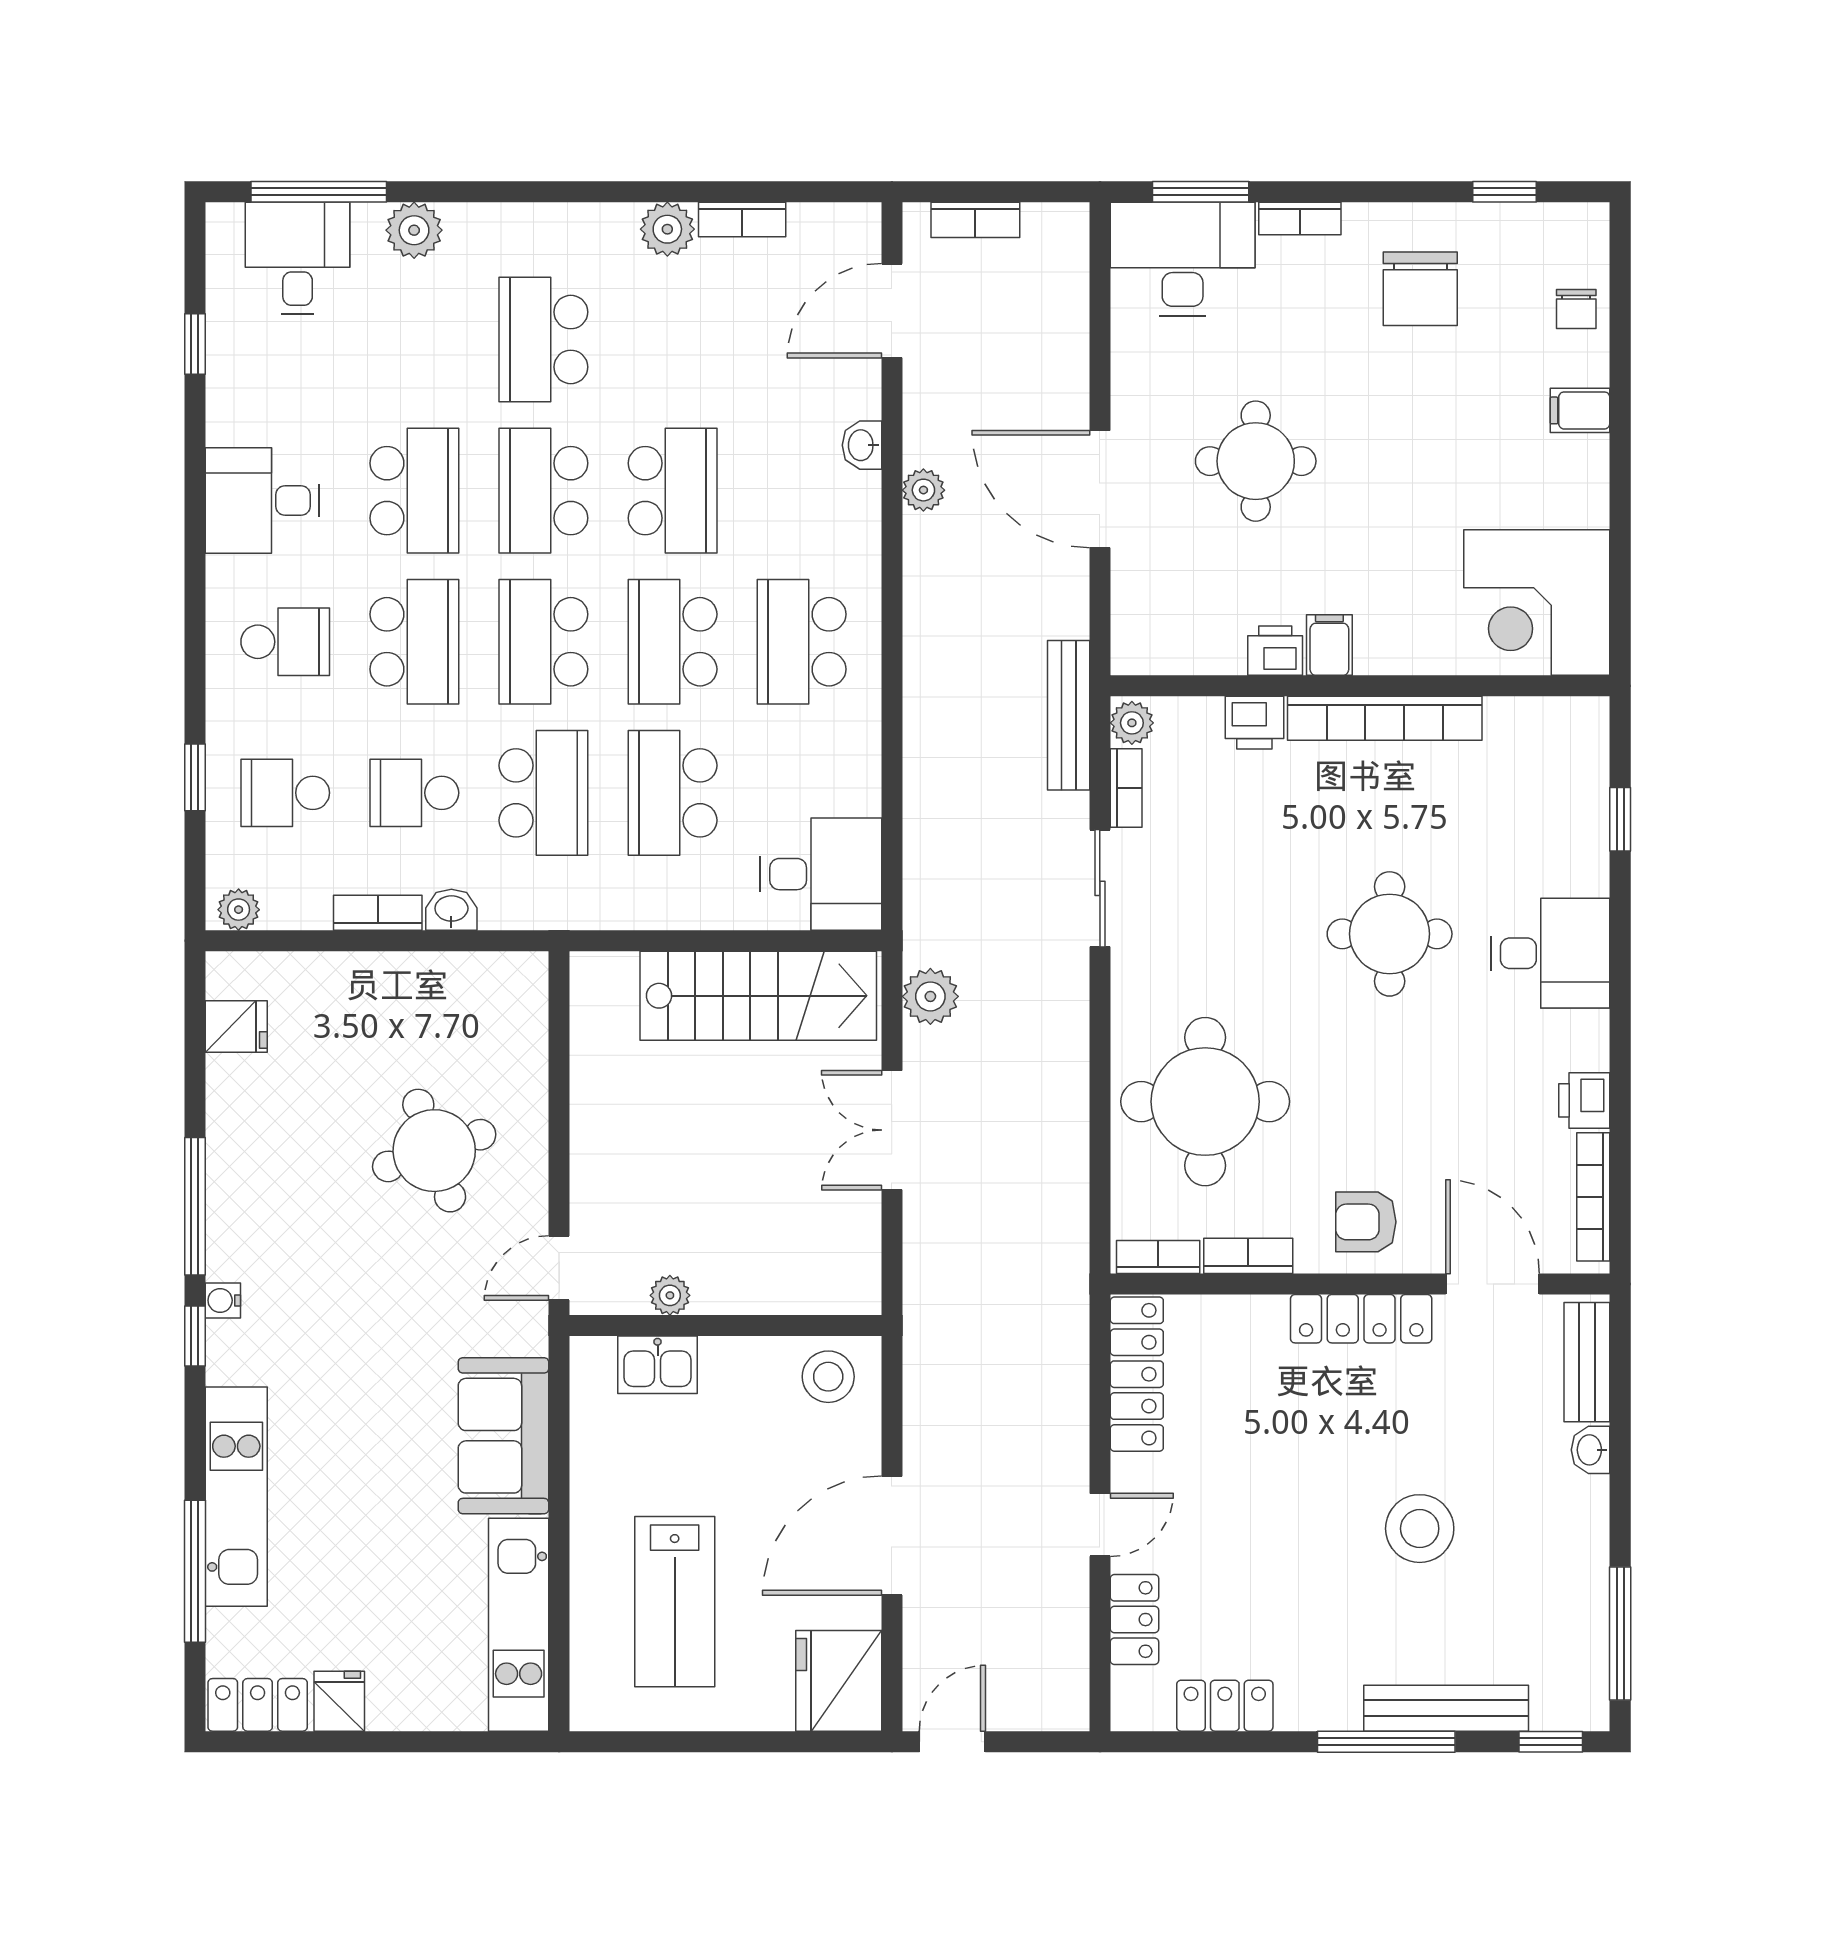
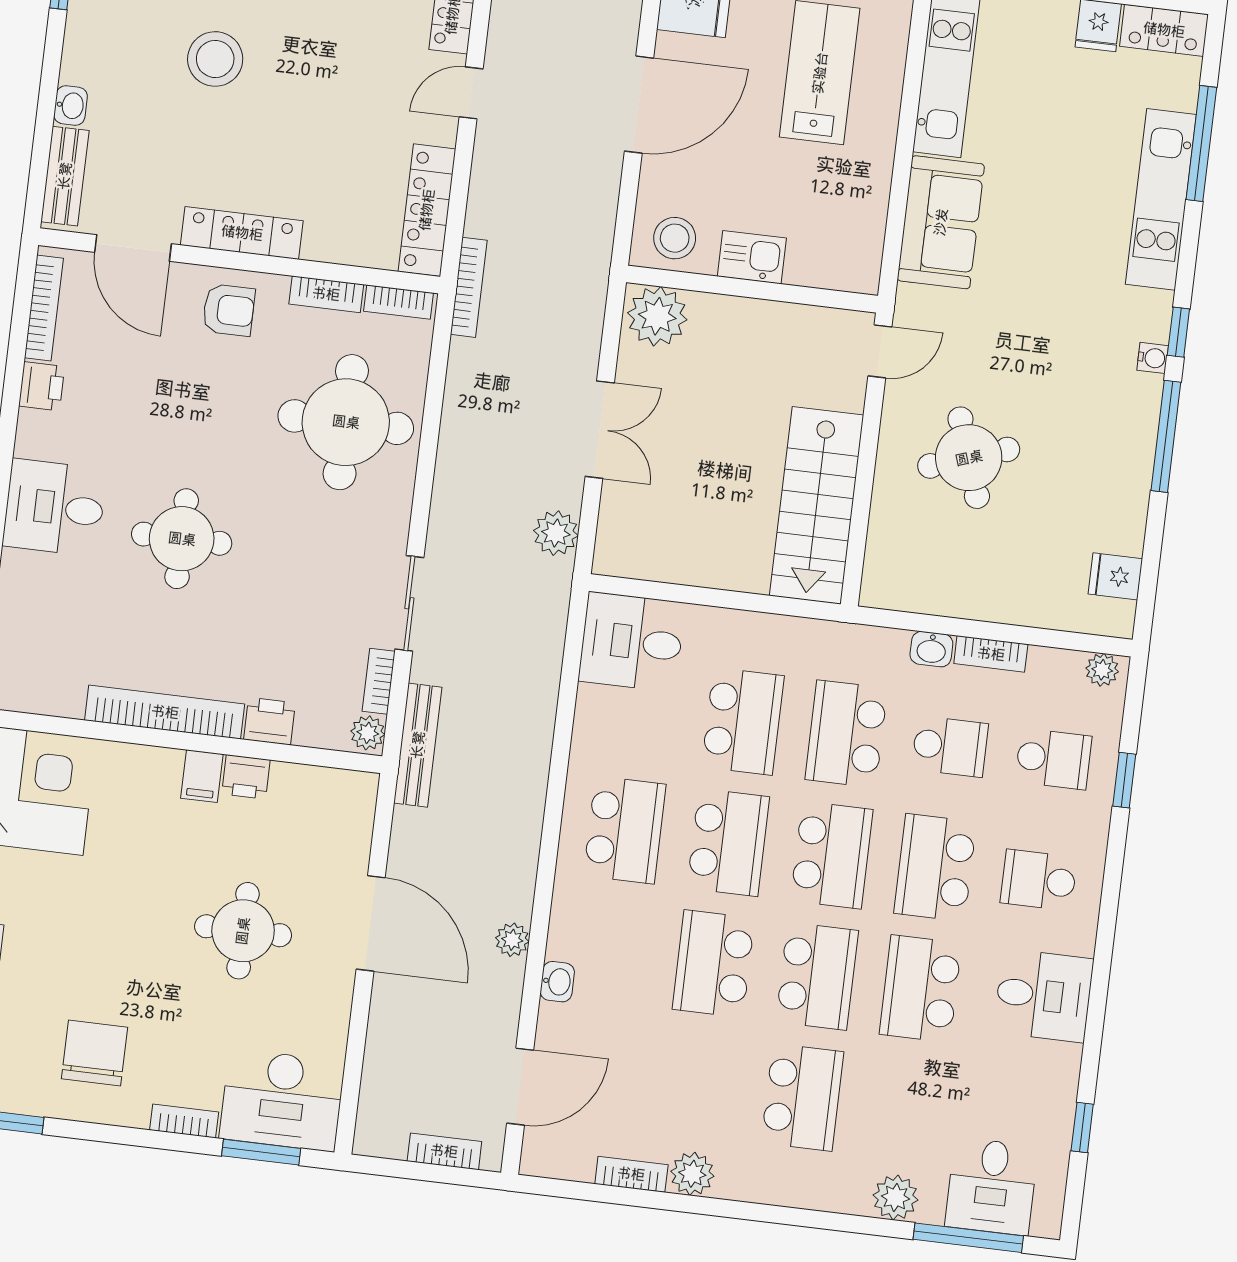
stairs: (758, 996) -> (817, 505), moved, turned -90
bookcase: (1074, 1286) -> (469, 287), added
plant: (670, 1295) -> (657, 316), moved, width x1.87, depth x1.87
kitchen sink: (658, 1365) -> (752, 257), moved

